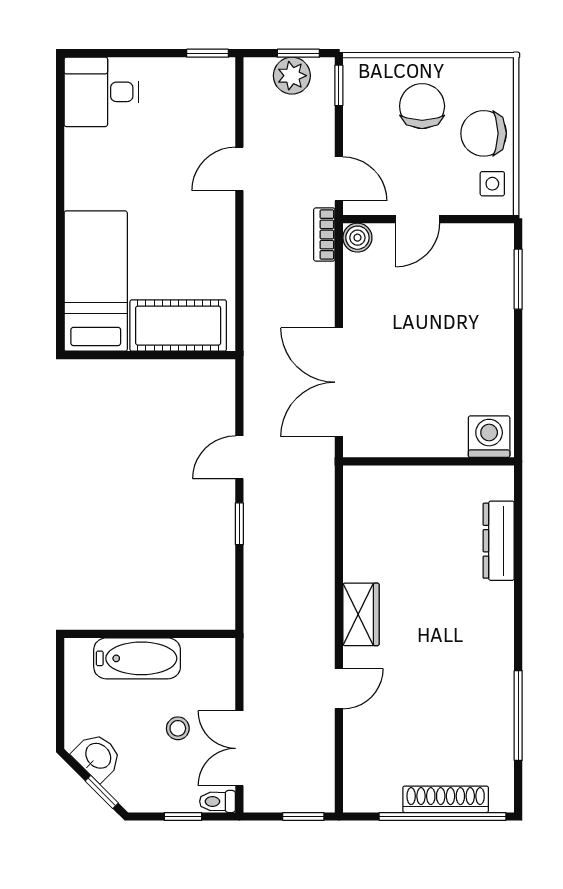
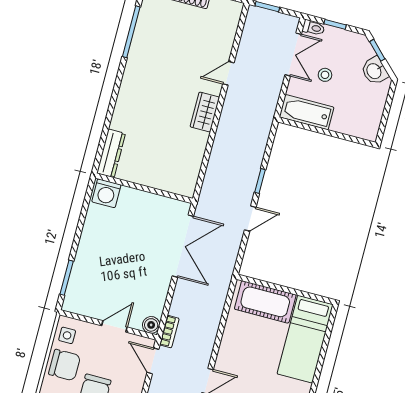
dresser: (499, 541) -> (111, 153), moved
bathtub: (137, 658) -> (307, 112), moved

